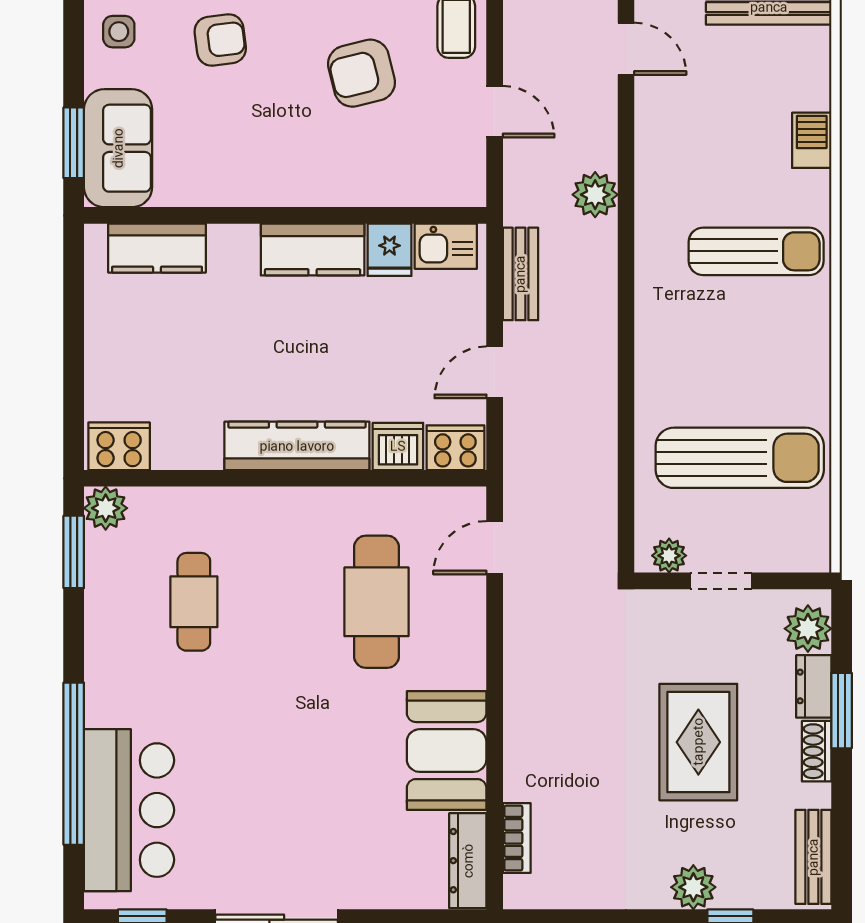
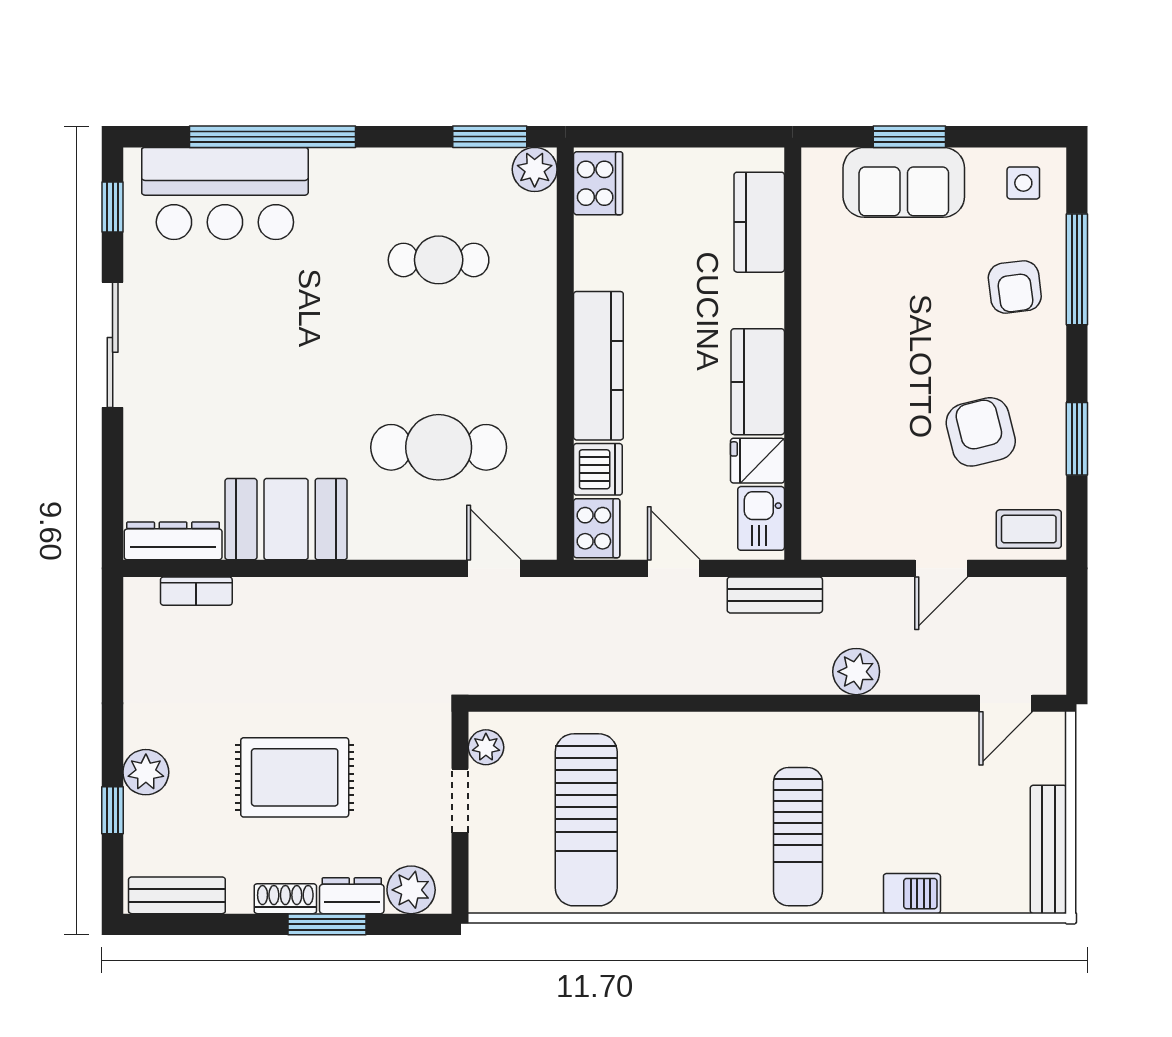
wall: (285, 215) -> (793, 354), moved
kitchen sink: (446, 246) -> (761, 518), moved
kitchen counter: (157, 248) -> (759, 222), moved
kitchen counter: (313, 250) -> (758, 382), moved
fridge: (390, 250) -> (757, 461), moved

